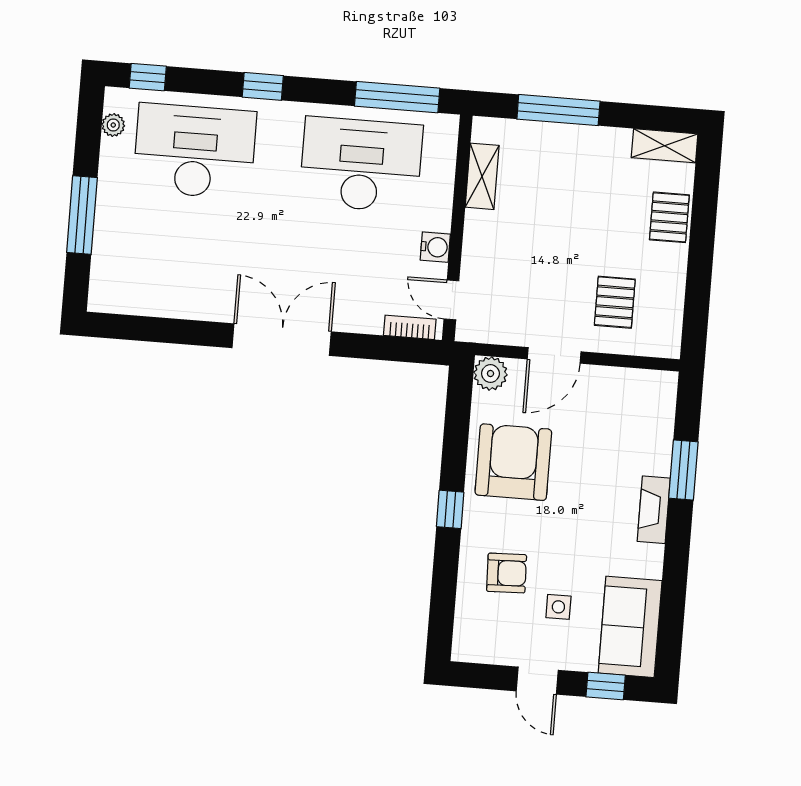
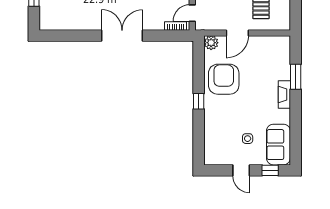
door: (451, 300) -> (192, 13), hinge flipped
armchair: (507, 573) -> (225, 126), removed

